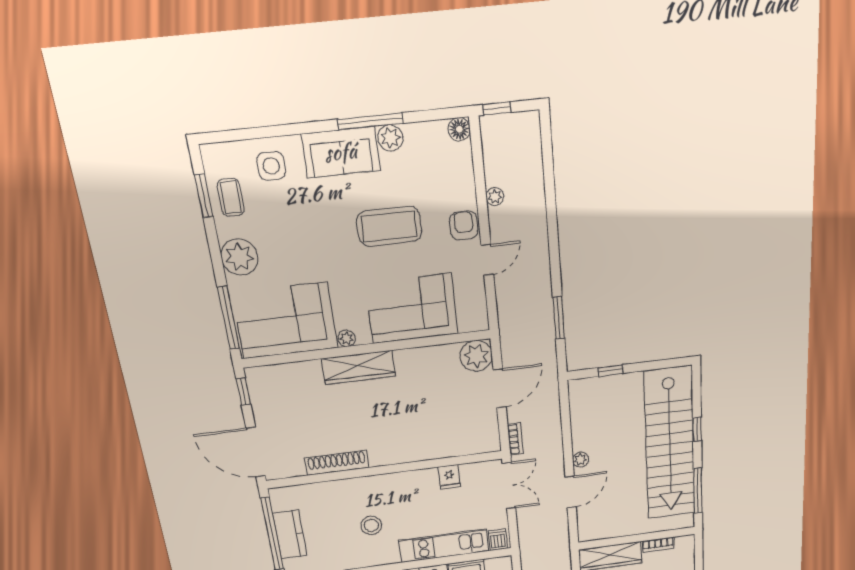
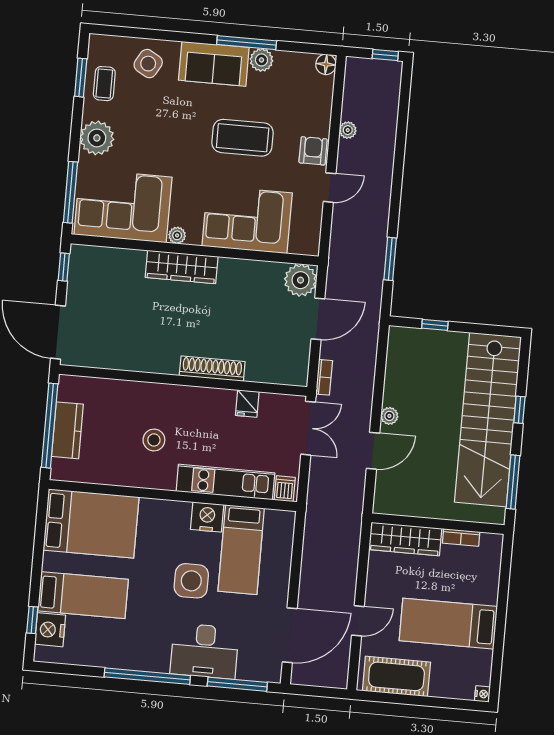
window: (497, 109) -> (385, 55), moved
side table: (271, 166) -> (148, 64), turned 30
shoe rack: (337, 463) -> (212, 369), moved

